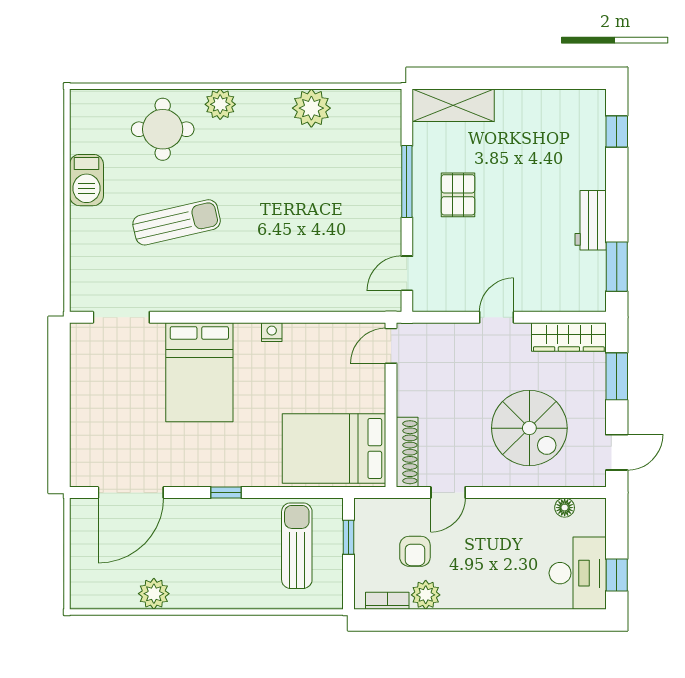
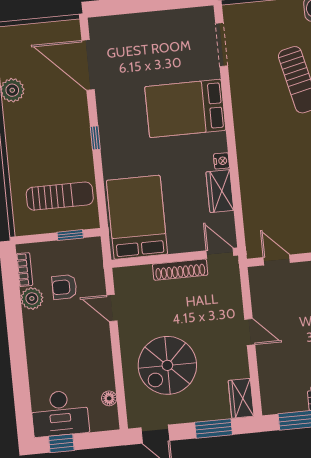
wardrobe: (569, 337) -> (241, 398), width x0.67
wardrobe: (311, 338) -> (220, 191), added
shoe rack: (407, 452) -> (180, 270), moved

